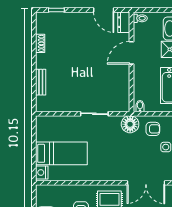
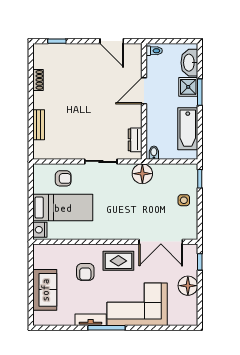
dresser: (124, 22) -> (135, 140), moved
armchair: (153, 129) -> (63, 178), moved

